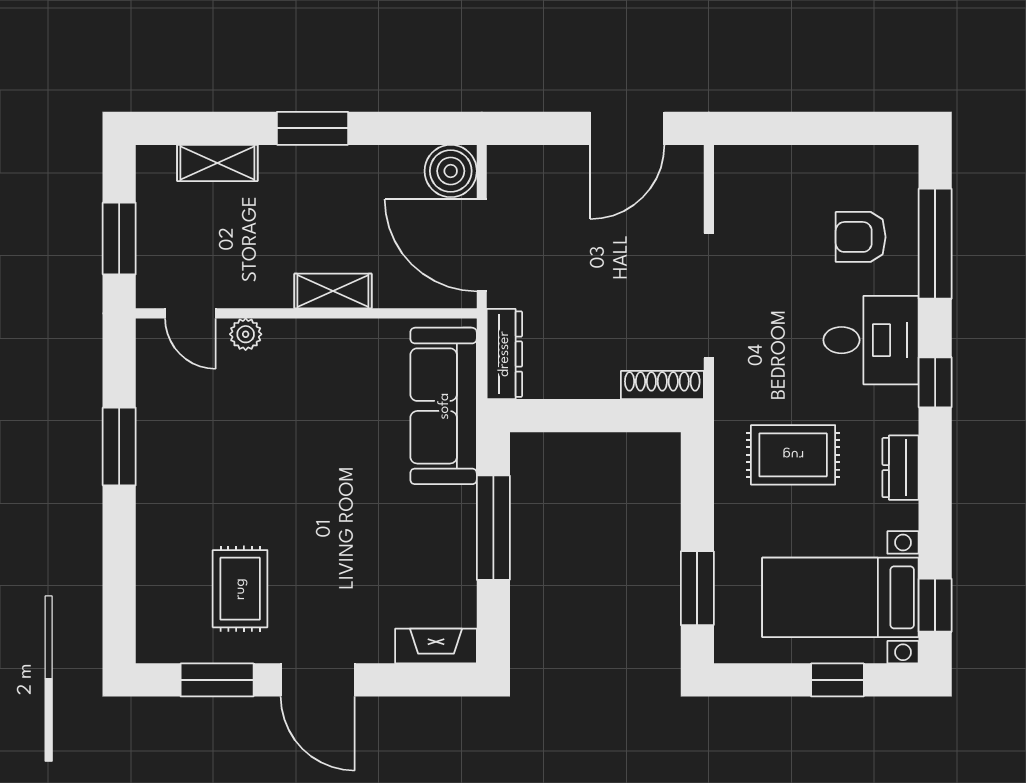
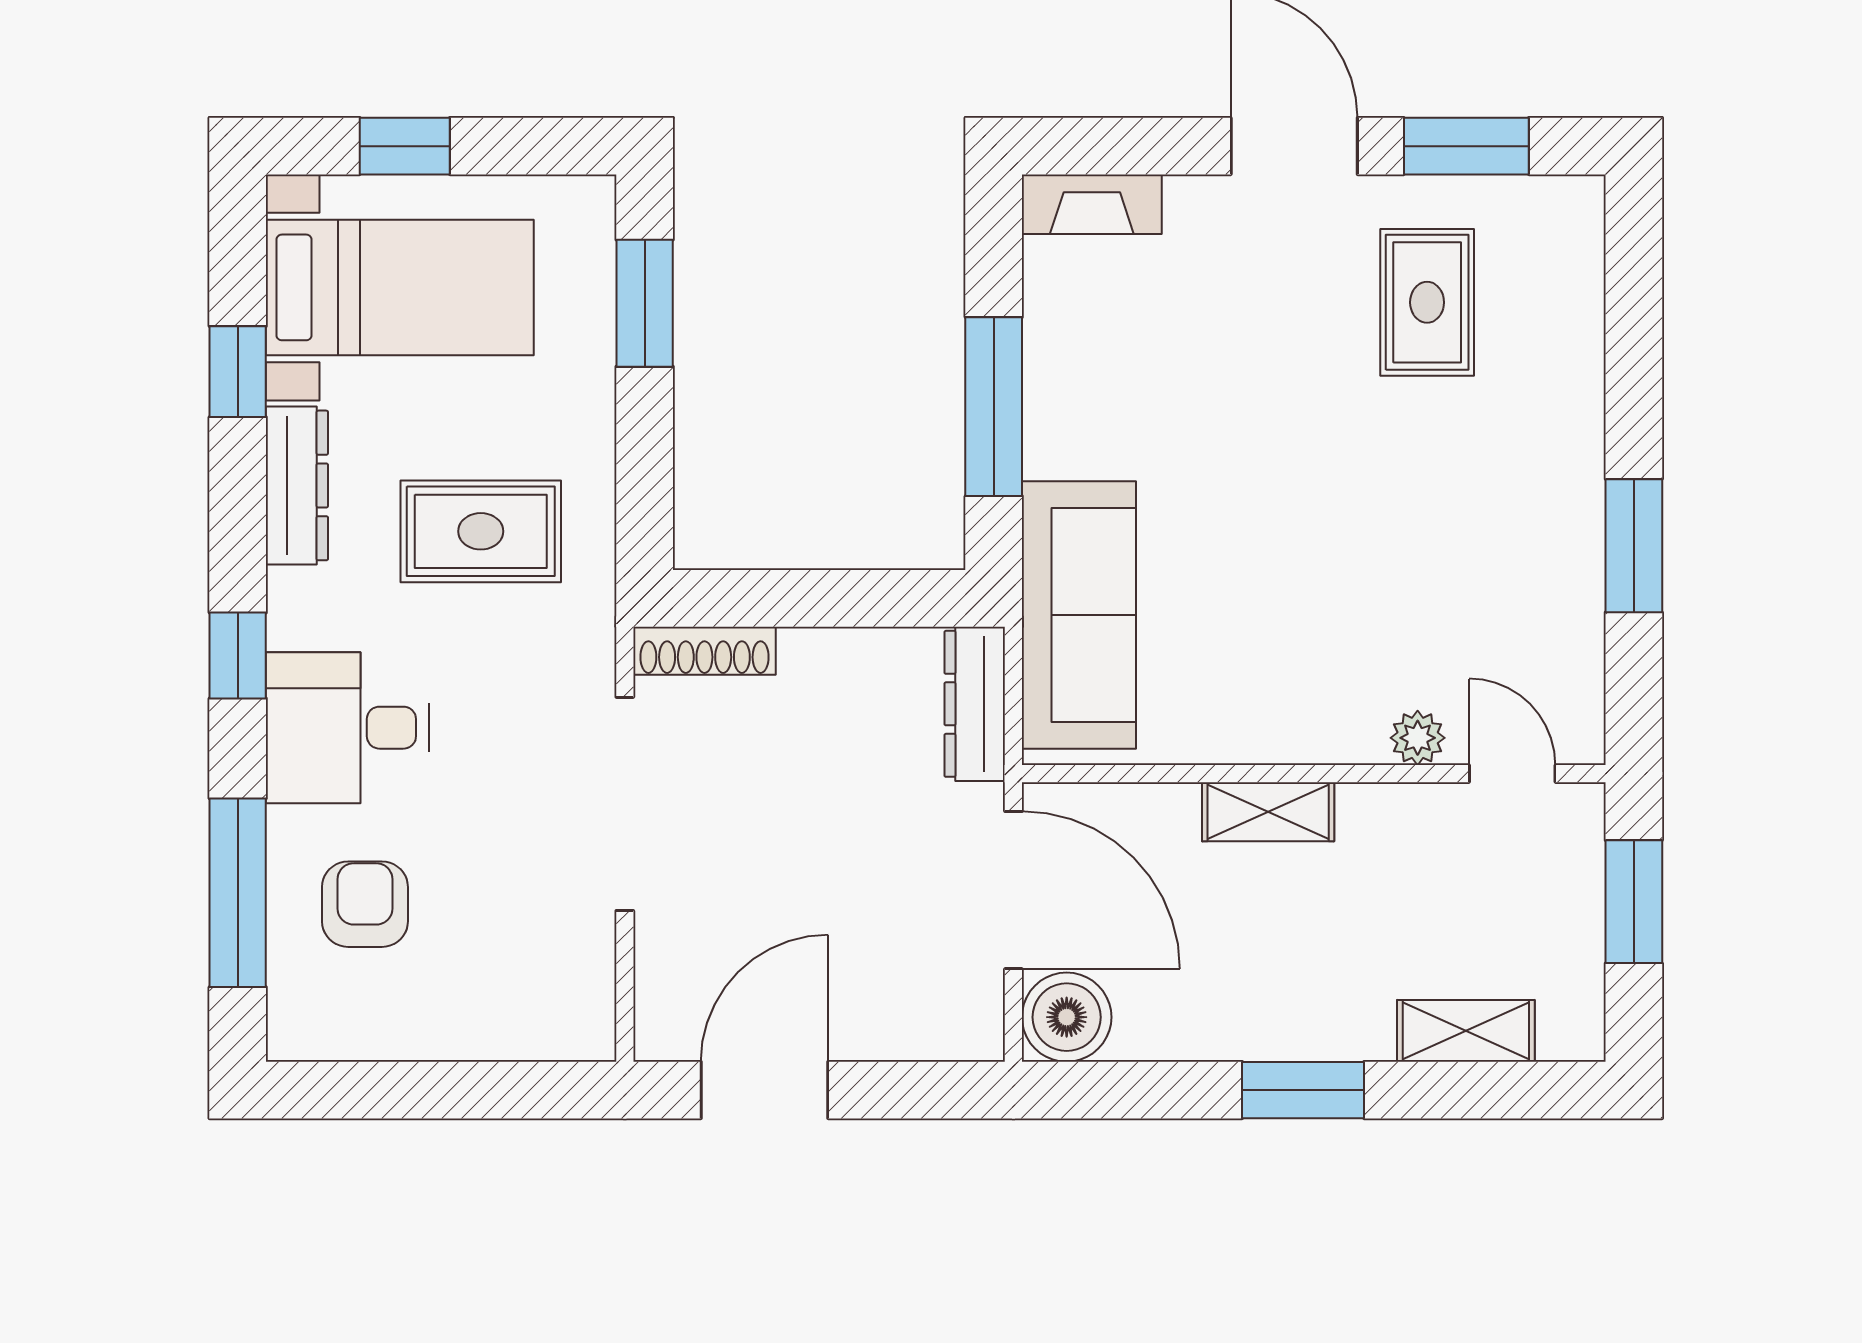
armchair: (861, 237) -> (365, 904), turned -90
dresser: (900, 468) -> (297, 485), width x1.44
window: (935, 605) -> (238, 372), moved

